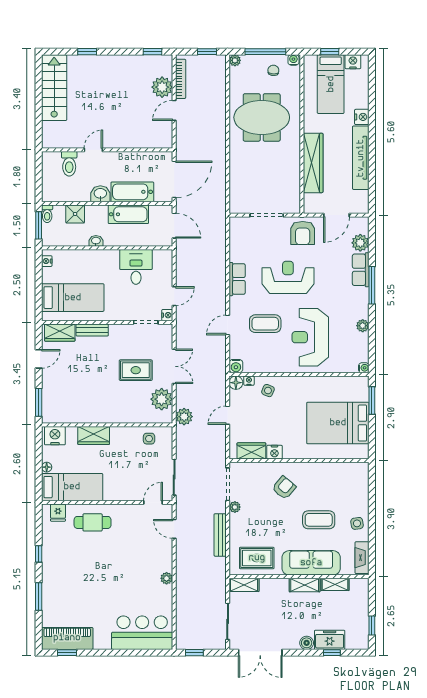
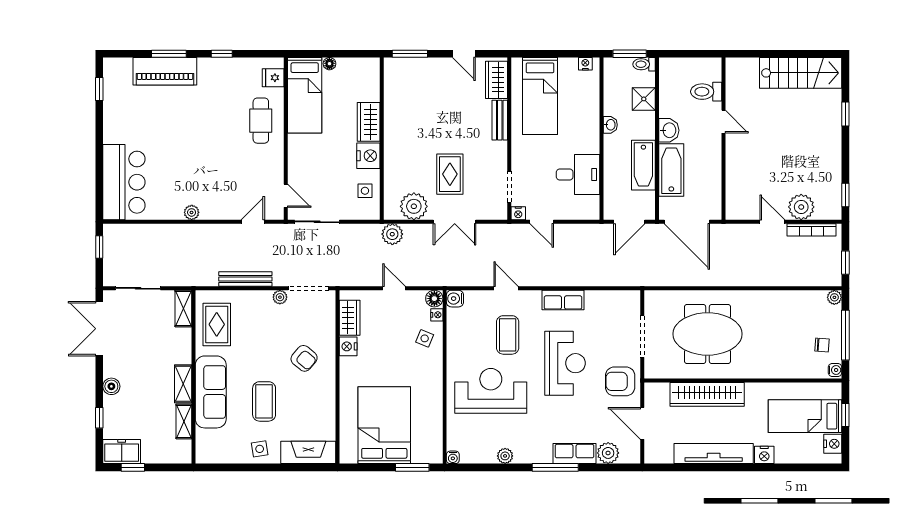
meeting table: (262, 117) -> (708, 334), moved, turned 90
nightstand: (55, 436) -> (368, 156), moved
fireplace: (362, 558) -> (308, 452), moved, width x1.37, depth x1.32
piano: (67, 638) -> (165, 71), moved, turned 90
freezer: (330, 640) -> (122, 452), moved, turned -90

